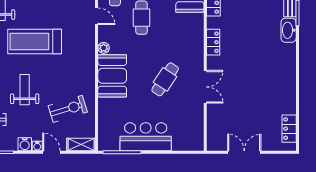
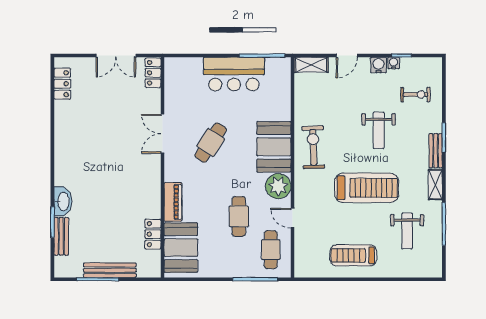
piano: (197, 30) -> (173, 202), added
locker: (213, 42) -> (153, 73), moved
plant: (104, 48) -> (278, 186), width x1.88, depth x1.88
exercise bike: (68, 109) -> (313, 147), moved, turned 105
water cooler: (37, 146) -> (394, 63), moved
door: (51, 152) -> (347, 56), hinge flipped

